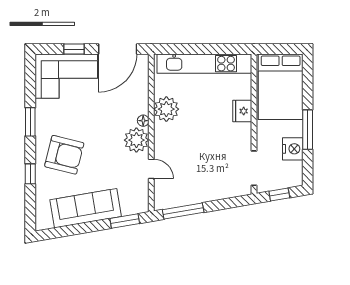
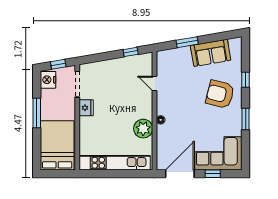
fridge: (242, 111) -> (86, 108), moved
plant: (136, 140) -> (166, 105), removed
nightstand: (293, 149) -> (48, 80), moved
sofa: (86, 208) -> (211, 53), width x0.73
window: (183, 211) -> (131, 52), width x0.46
window: (125, 221) -> (187, 42), moved

